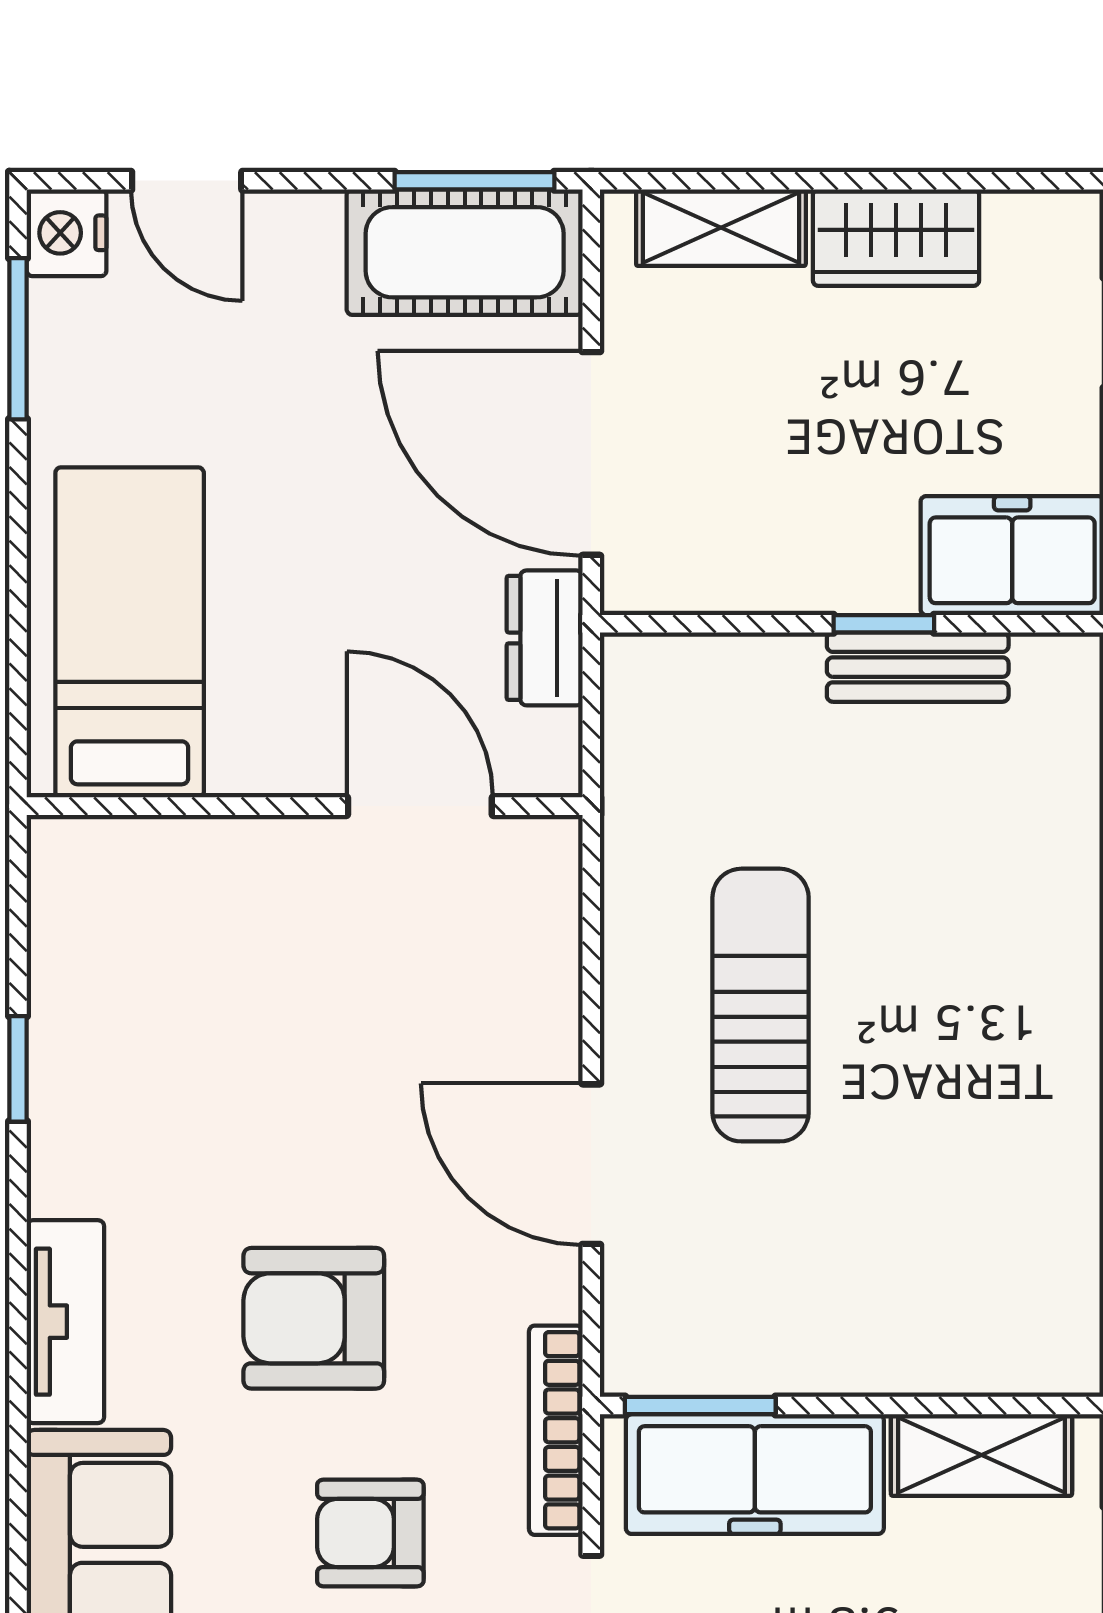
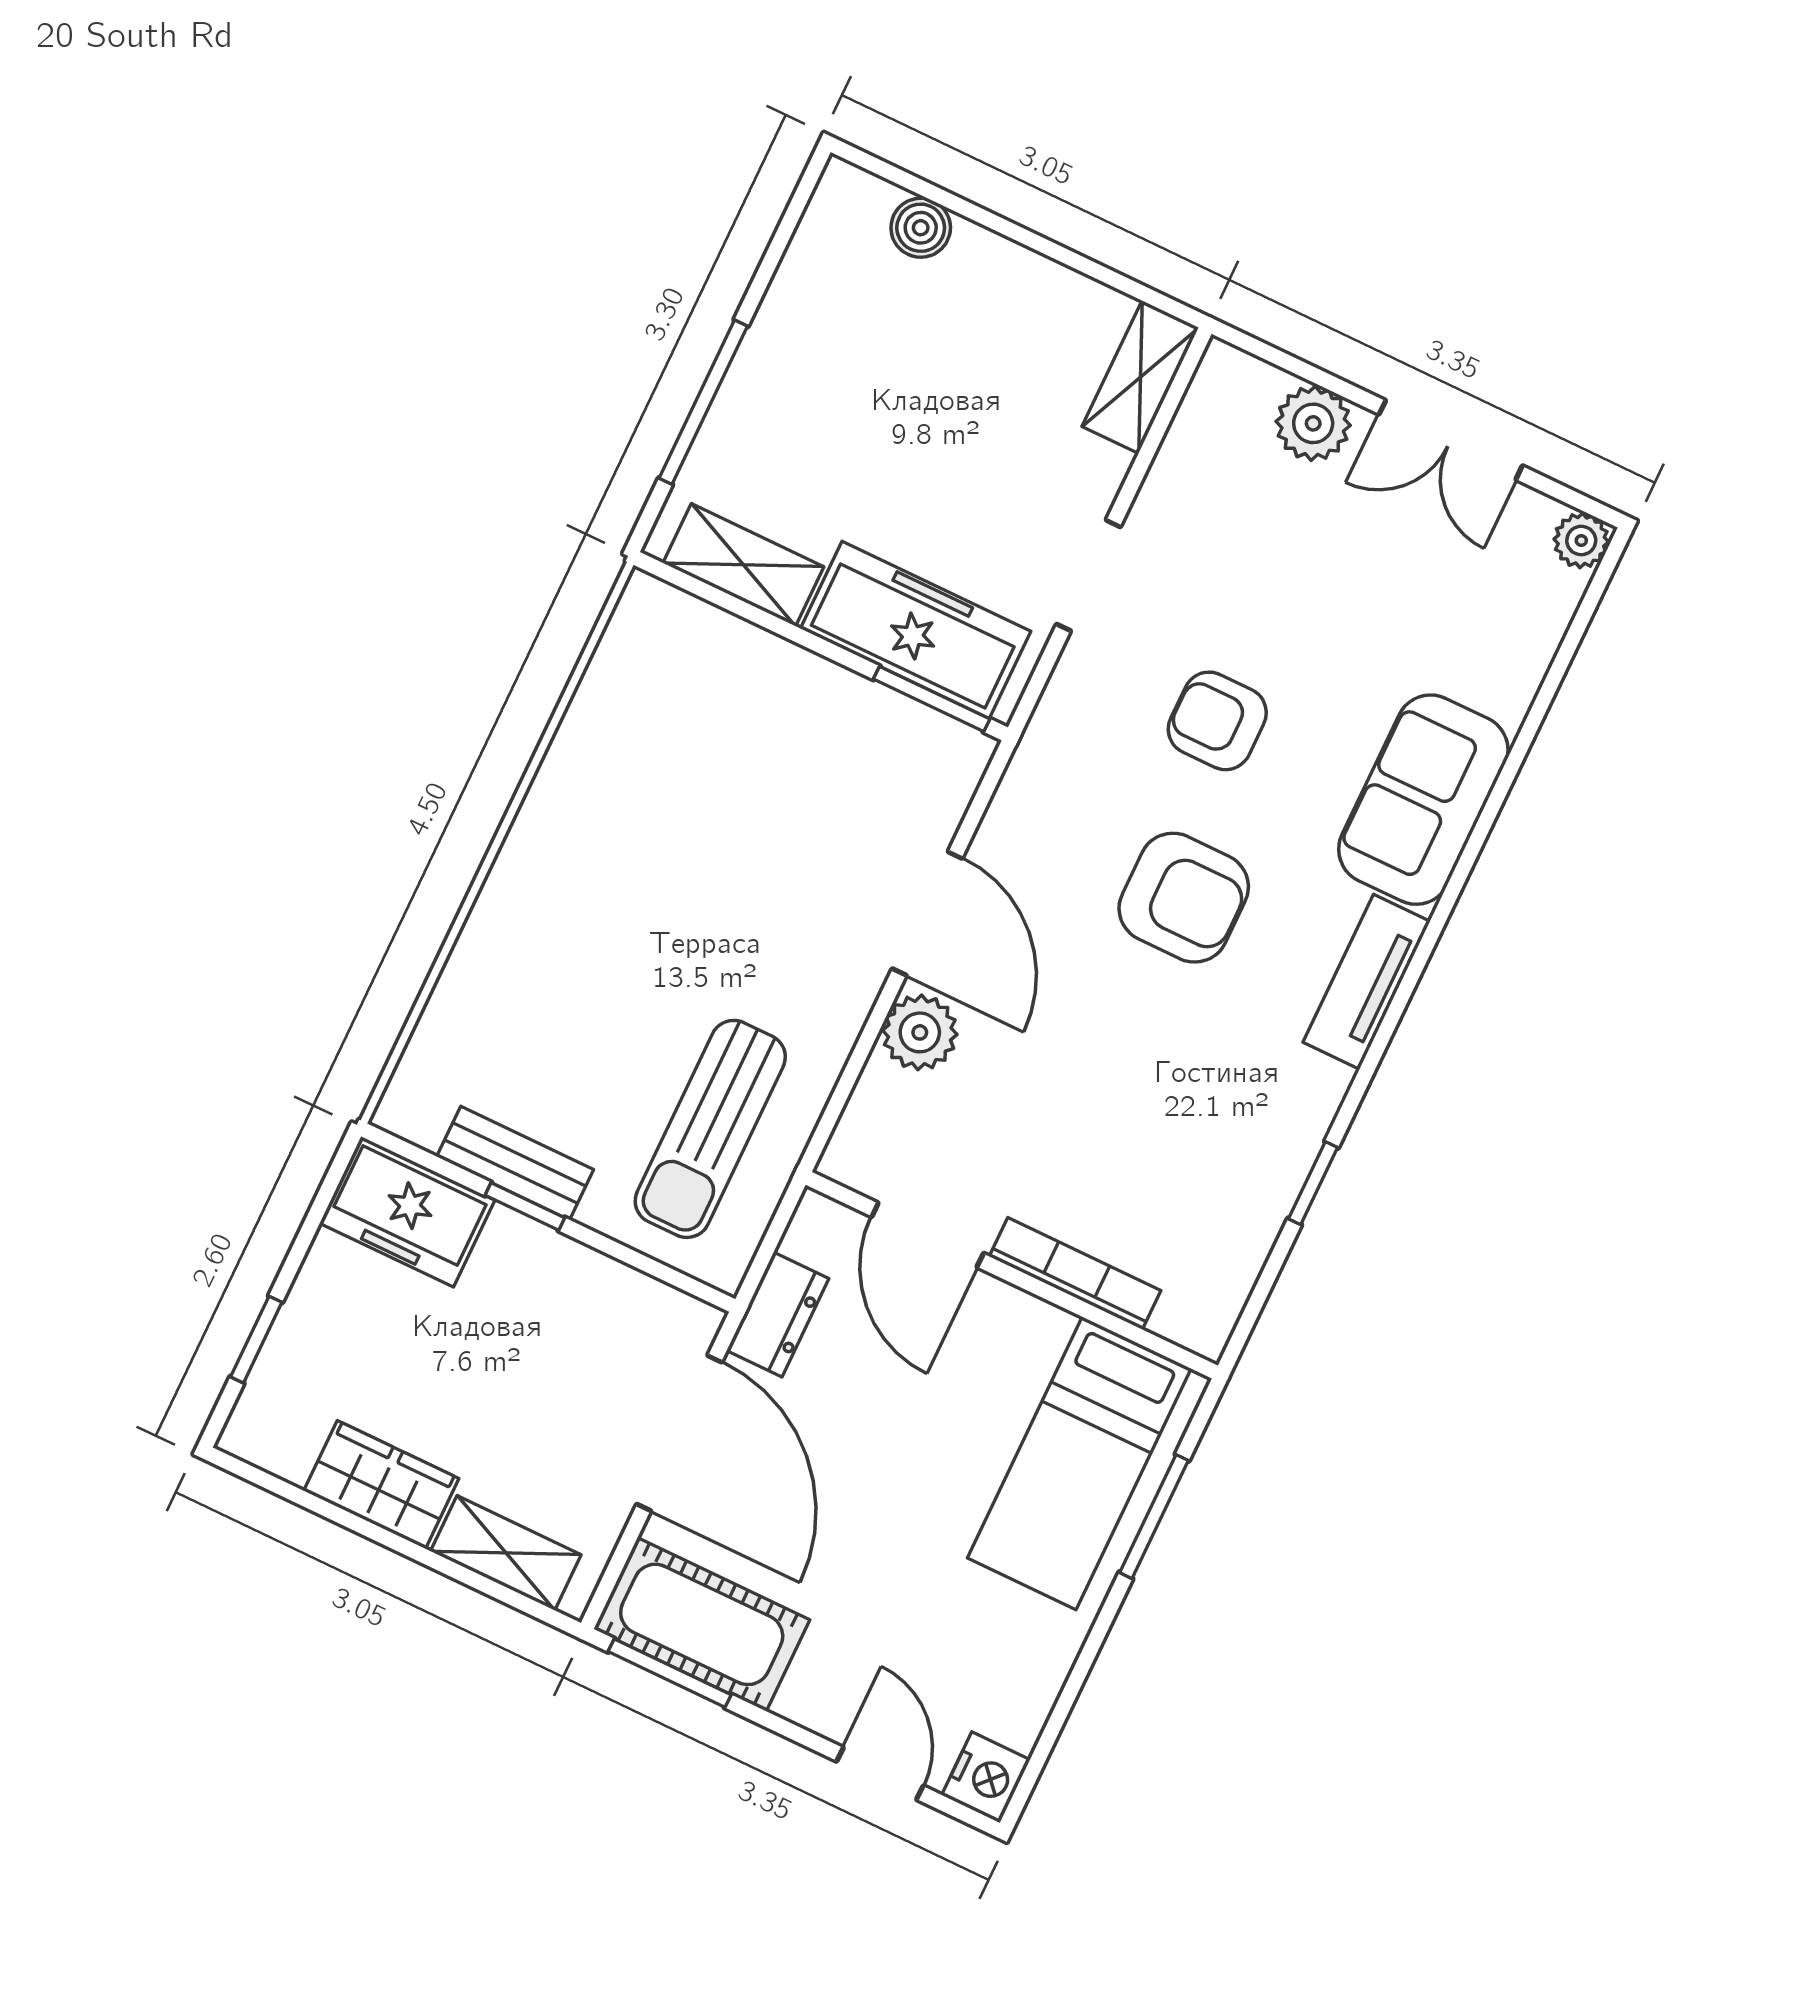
window: (18, 339) -> (1154, 1517), moved
sun lounger: (761, 1005) -> (710, 1129), moved
plant: (536, 1028) -> (920, 1032), added
bookcase: (556, 1430) -> (1075, 1273), moved, turned -90
armchair: (370, 1533) -> (1217, 721), turned 180

